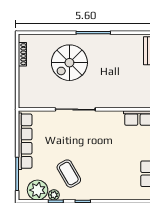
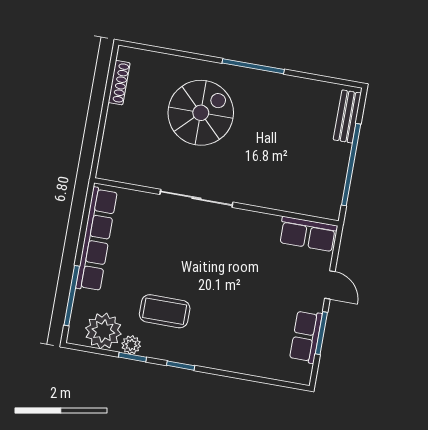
spiral stairs: (69, 63) -> (201, 113), turned 180
coffee table: (69, 174) -> (165, 311), turned -60

